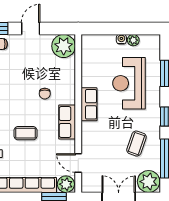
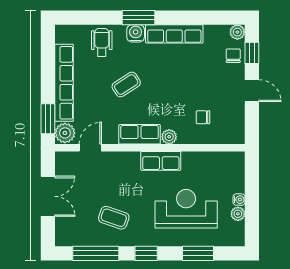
plant: (64, 46) -> (169, 137), moved, width x0.53, depth x0.53
chair: (45, 94) -> (203, 117), moved
coffee table: (25, 133) -> (126, 84), turned 57
plant: (149, 182) -> (68, 232), removed

